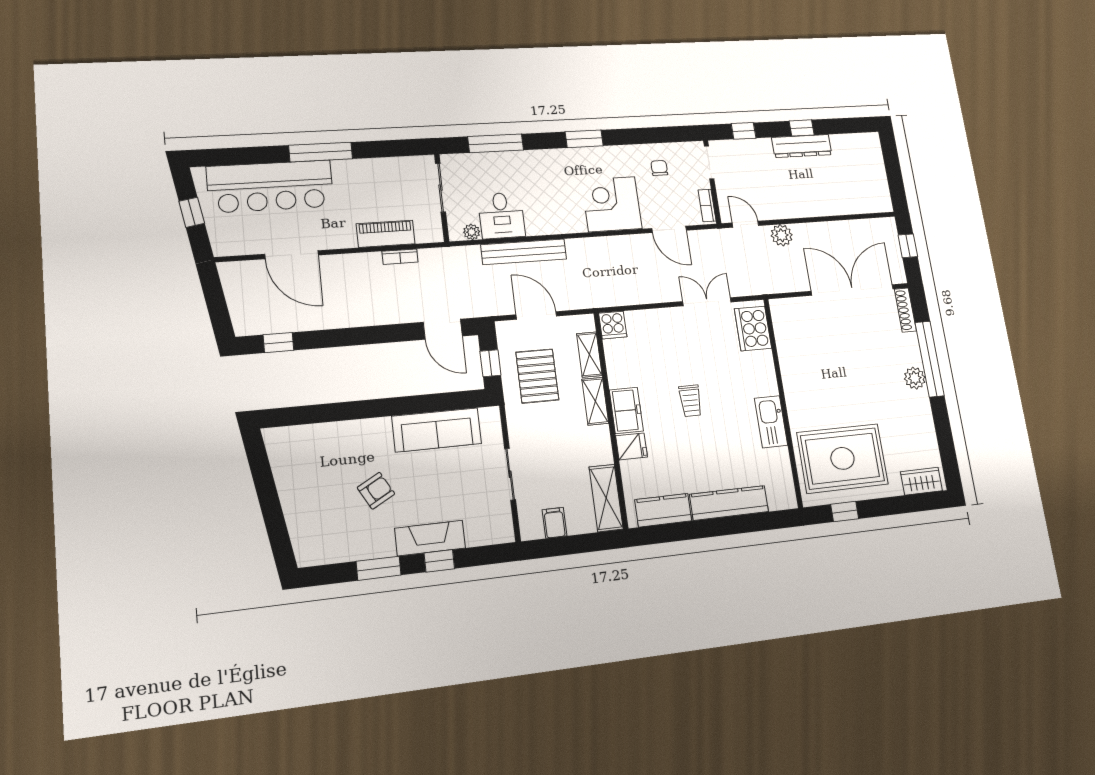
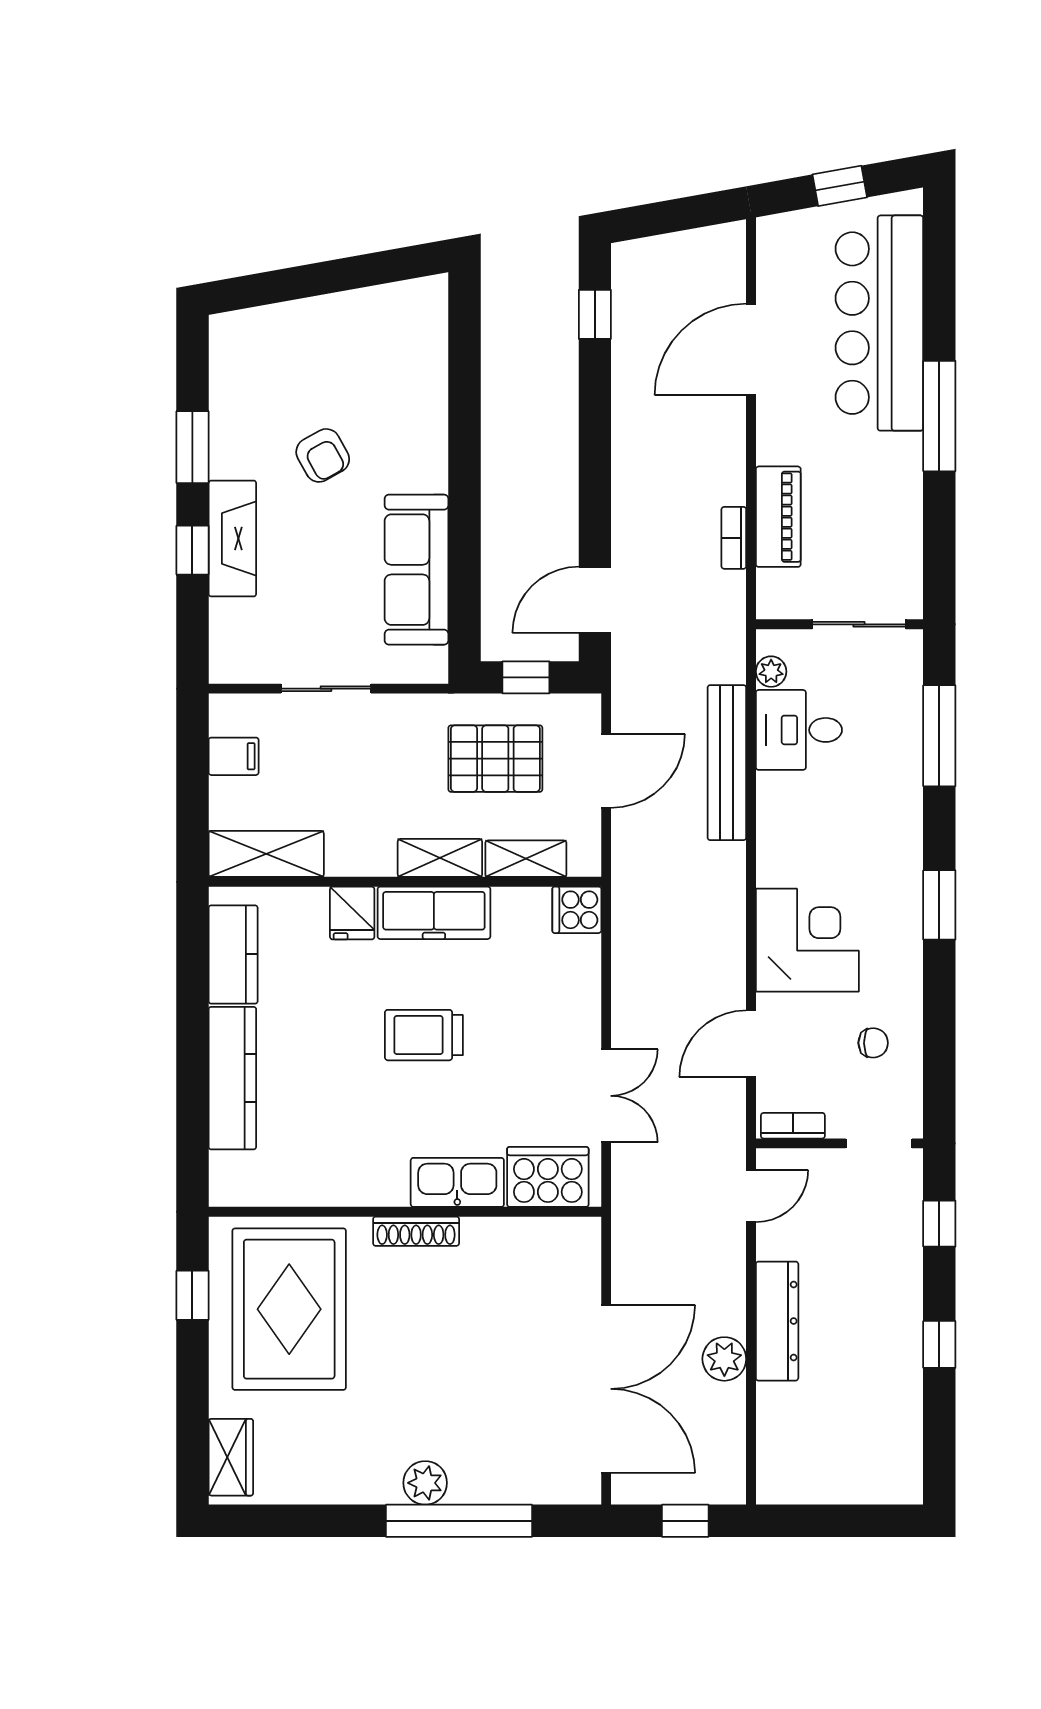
dresser: (802, 146) -> (777, 1321), moved, turned 180
plant: (782, 235) -> (724, 1359), moved
shoe rack: (905, 310) -> (416, 1231), moved, turned 180
trolley: (690, 401) -> (424, 1035), width x1.36, depth x1.39
freezer: (626, 410) -> (434, 913), width x1.40
kitchen sink: (771, 422) -> (457, 1182), moved

